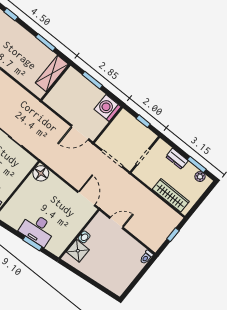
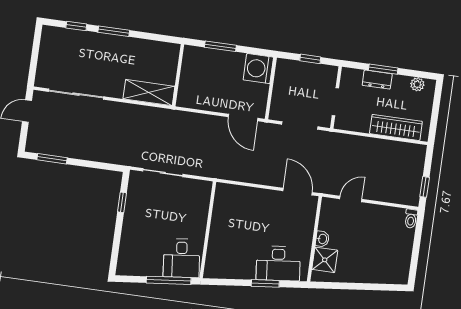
window: (46, 42) -> (114, 31), moved
shelving: (52, 74) -> (149, 93), moved, turned 90
door: (80, 133) -> (243, 118), hinge flipped
window: (197, 164) -> (383, 69), moved
floor lamp: (41, 173) -> (225, 194), removed
desk: (37, 229) -> (278, 263), moved
window: (173, 235) -> (425, 187), moved

